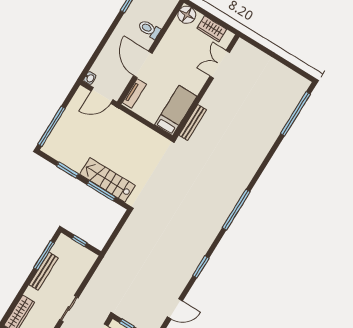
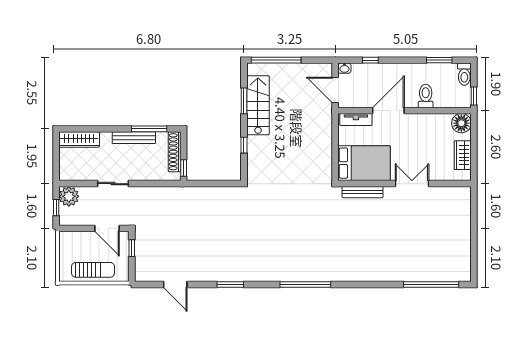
window: (96, 54) -> (370, 60), added
double door: (220, 64) -> (412, 184), moved
bed: (176, 111) -> (364, 163), width x1.50
stairs: (107, 180) -> (258, 105), moved
window: (101, 191) -> (244, 145), width x0.46
window: (79, 241) -> (184, 168), moved
shoe rack: (74, 247) -> (175, 152), added

